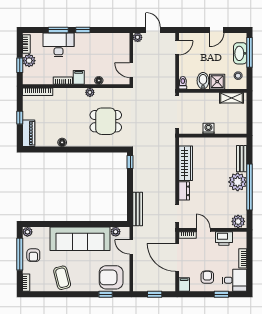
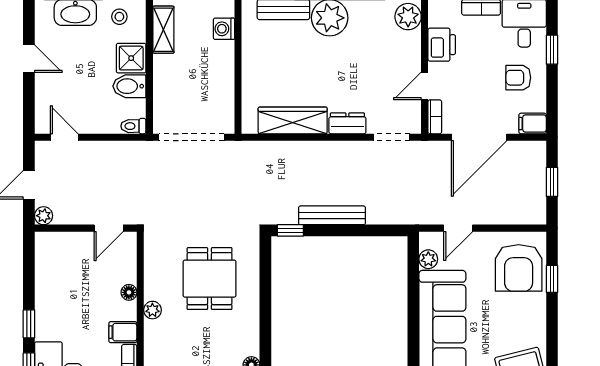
washing machine: (208, 129) -> (224, 29), moved
bench: (138, 209) -> (332, 215), moved

